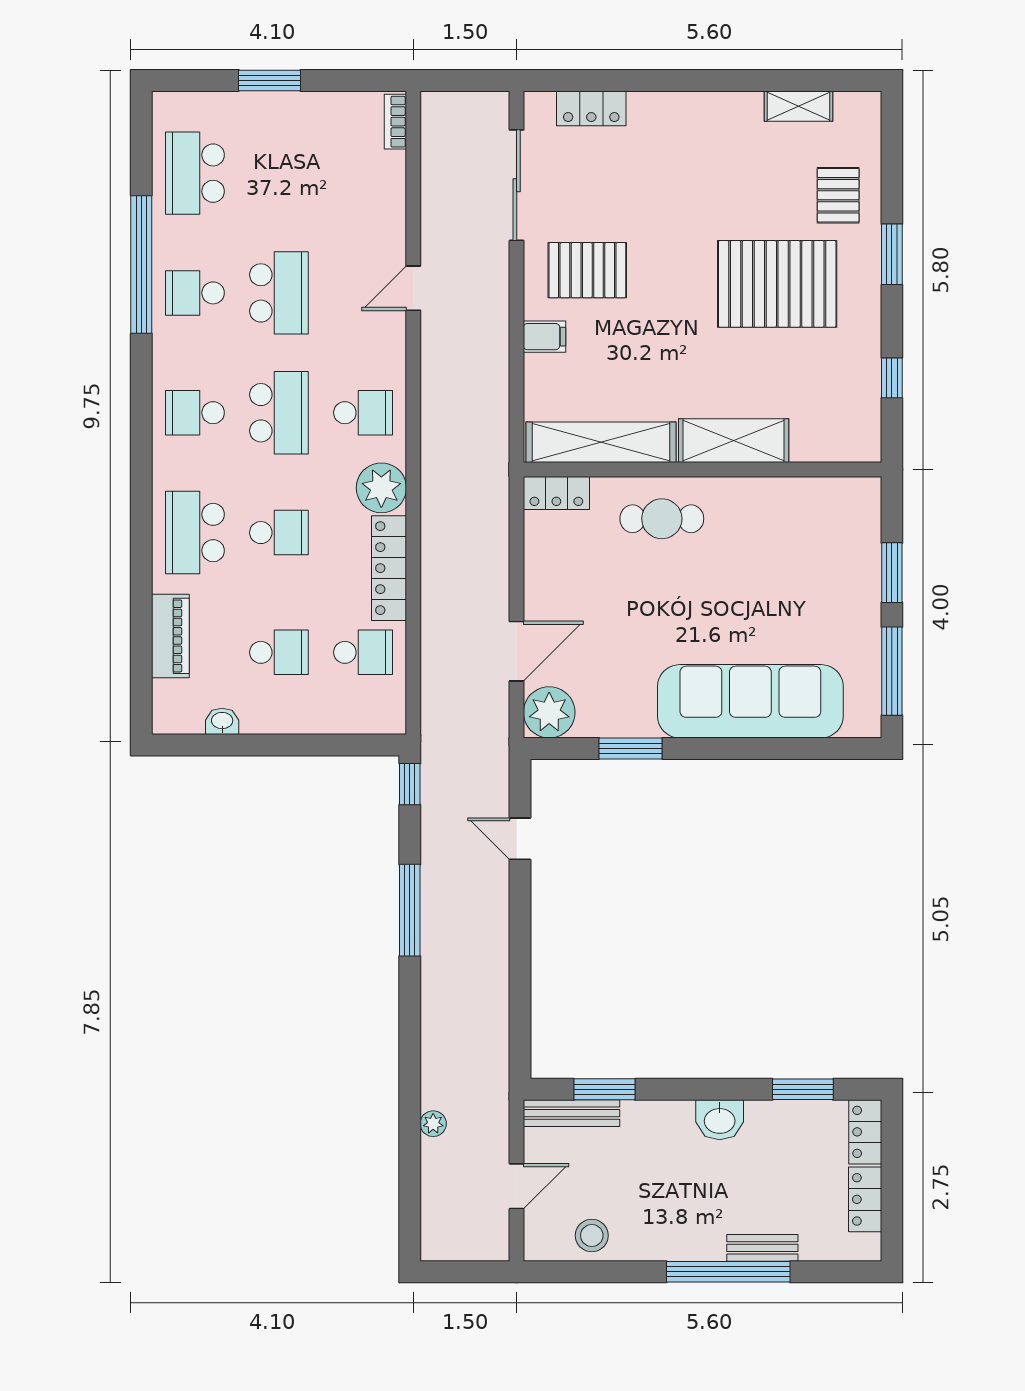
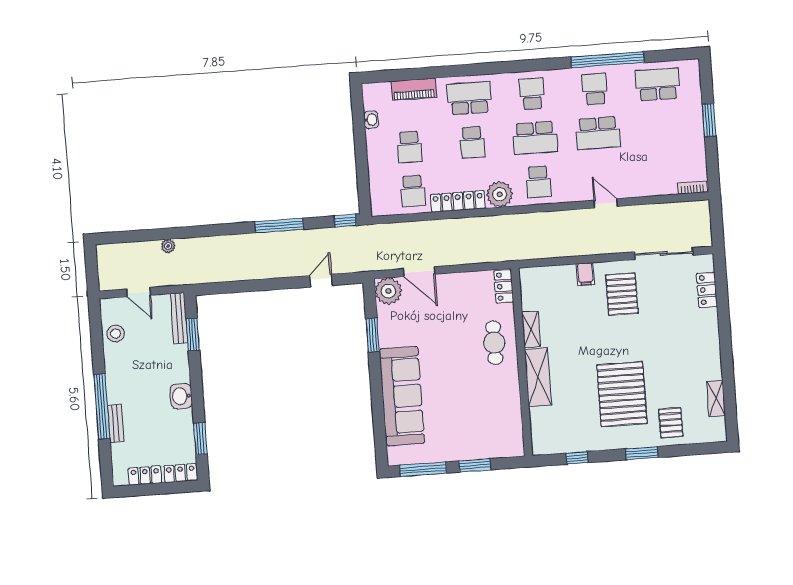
pallet: (838, 195) -> (671, 423), turned 90
shelving: (601, 442) -> (531, 329), width x0.45, depth x0.75

